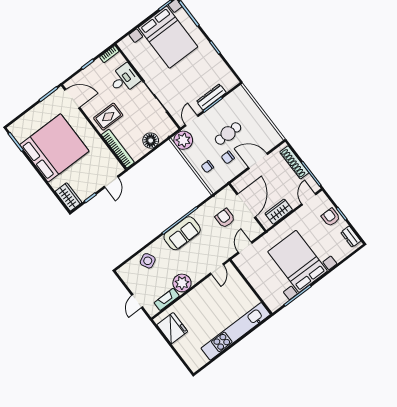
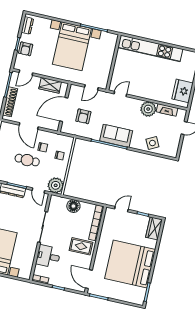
door: (192, 121) -> (38, 190), hinge flipped

